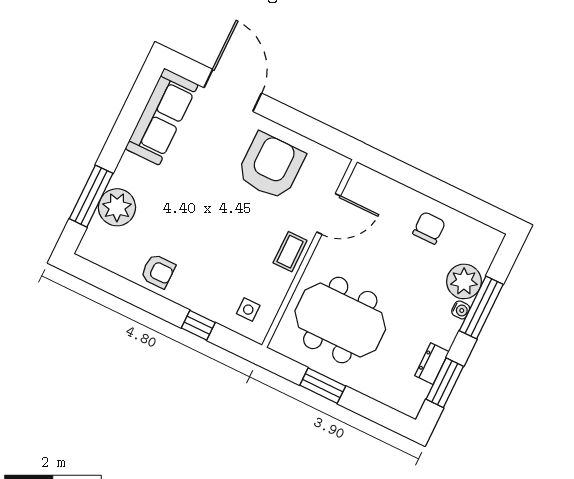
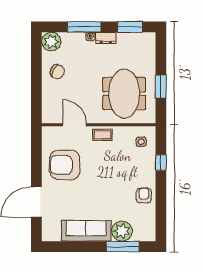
sofa: (162, 117) -> (86, 231), moved
chair: (429, 228) -> (57, 72), turned -152
plant: (464, 281) -> (51, 42), moved
dresser: (432, 364) -> (106, 38), moved

